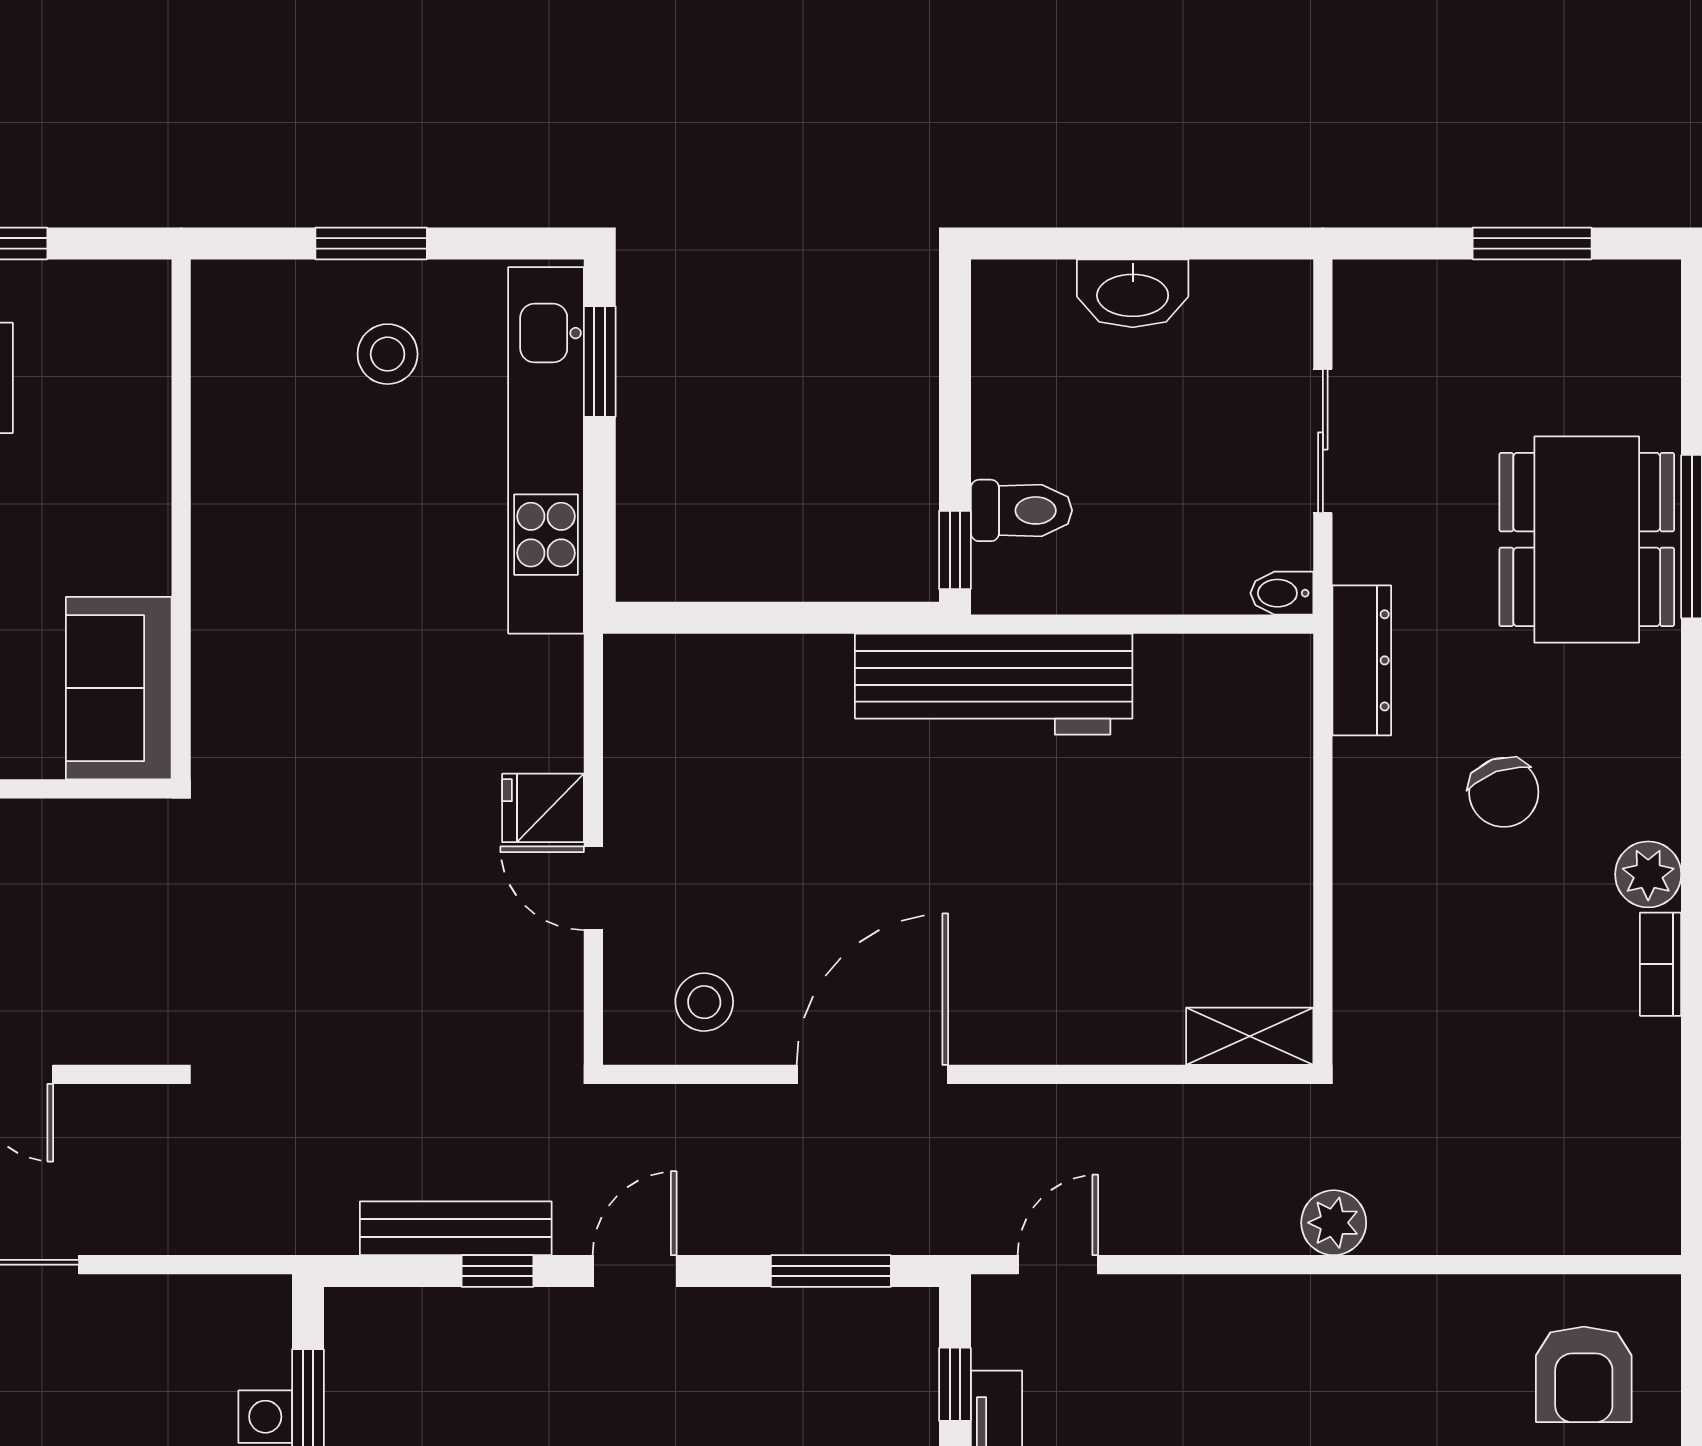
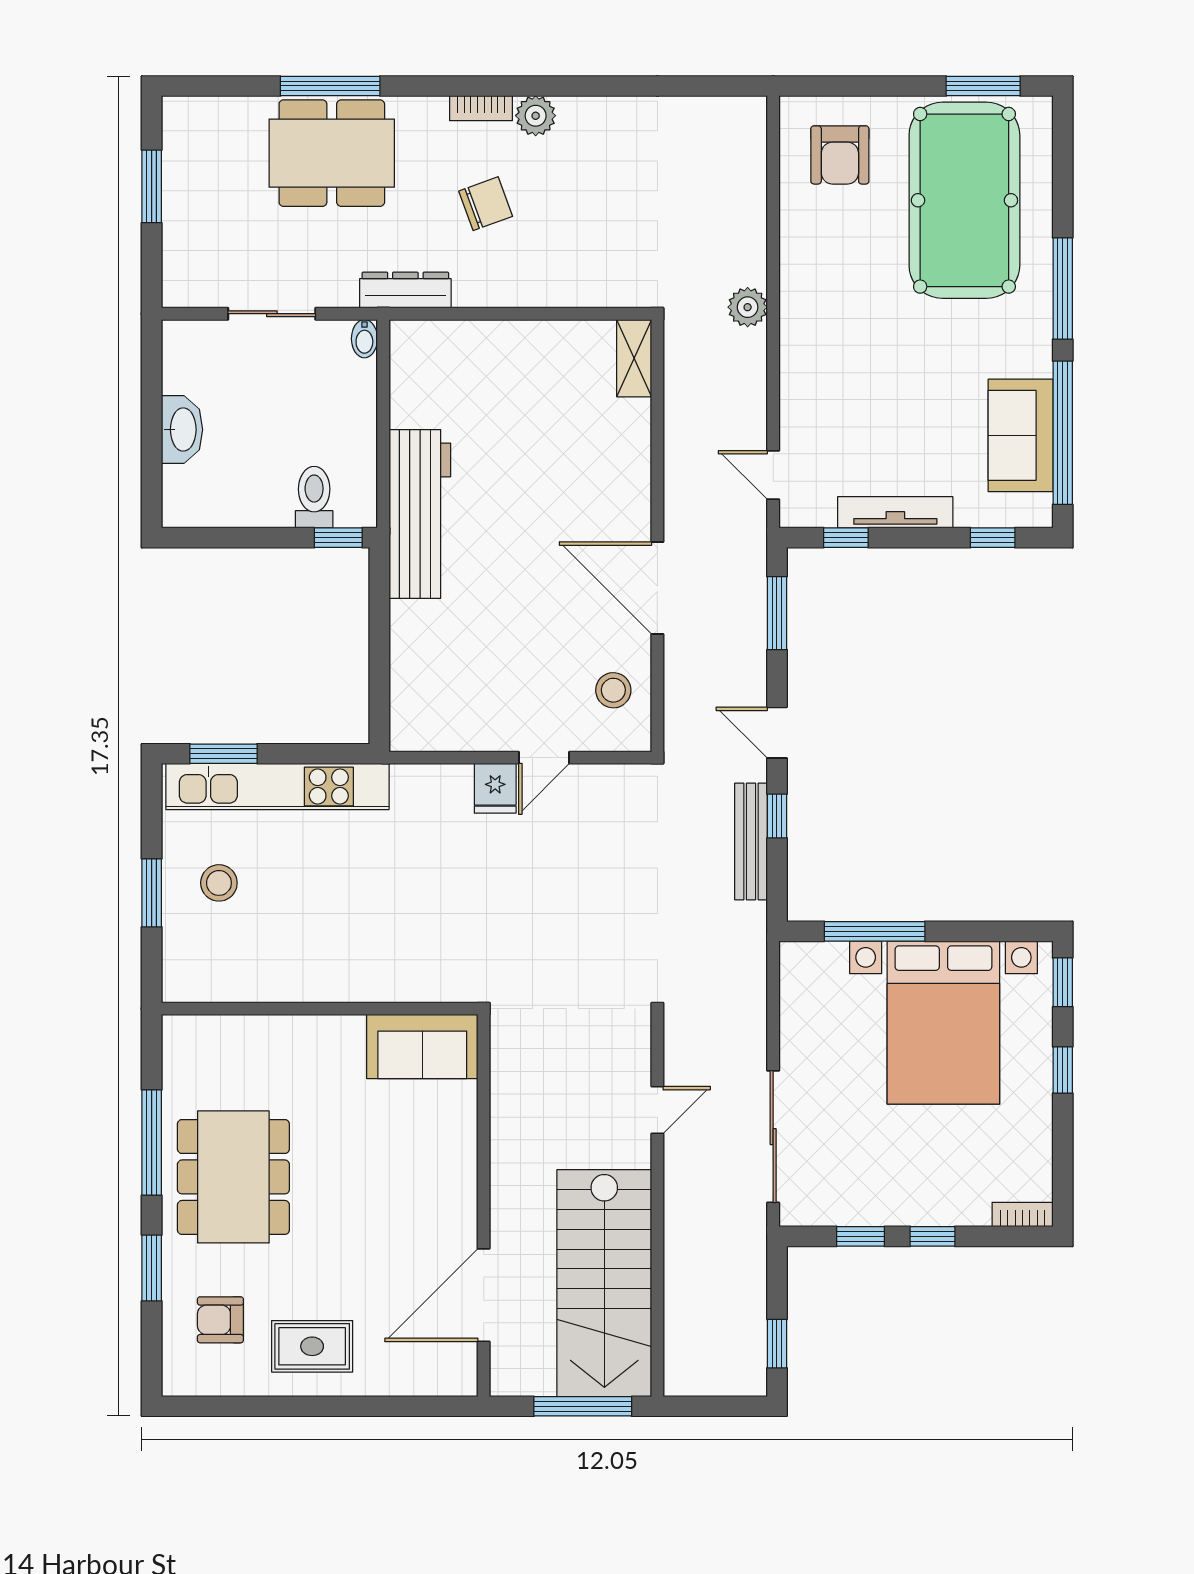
bookcase: (1661, 964) -> (481, 108), moved
armchair: (1584, 1374) -> (840, 155), turned 90

